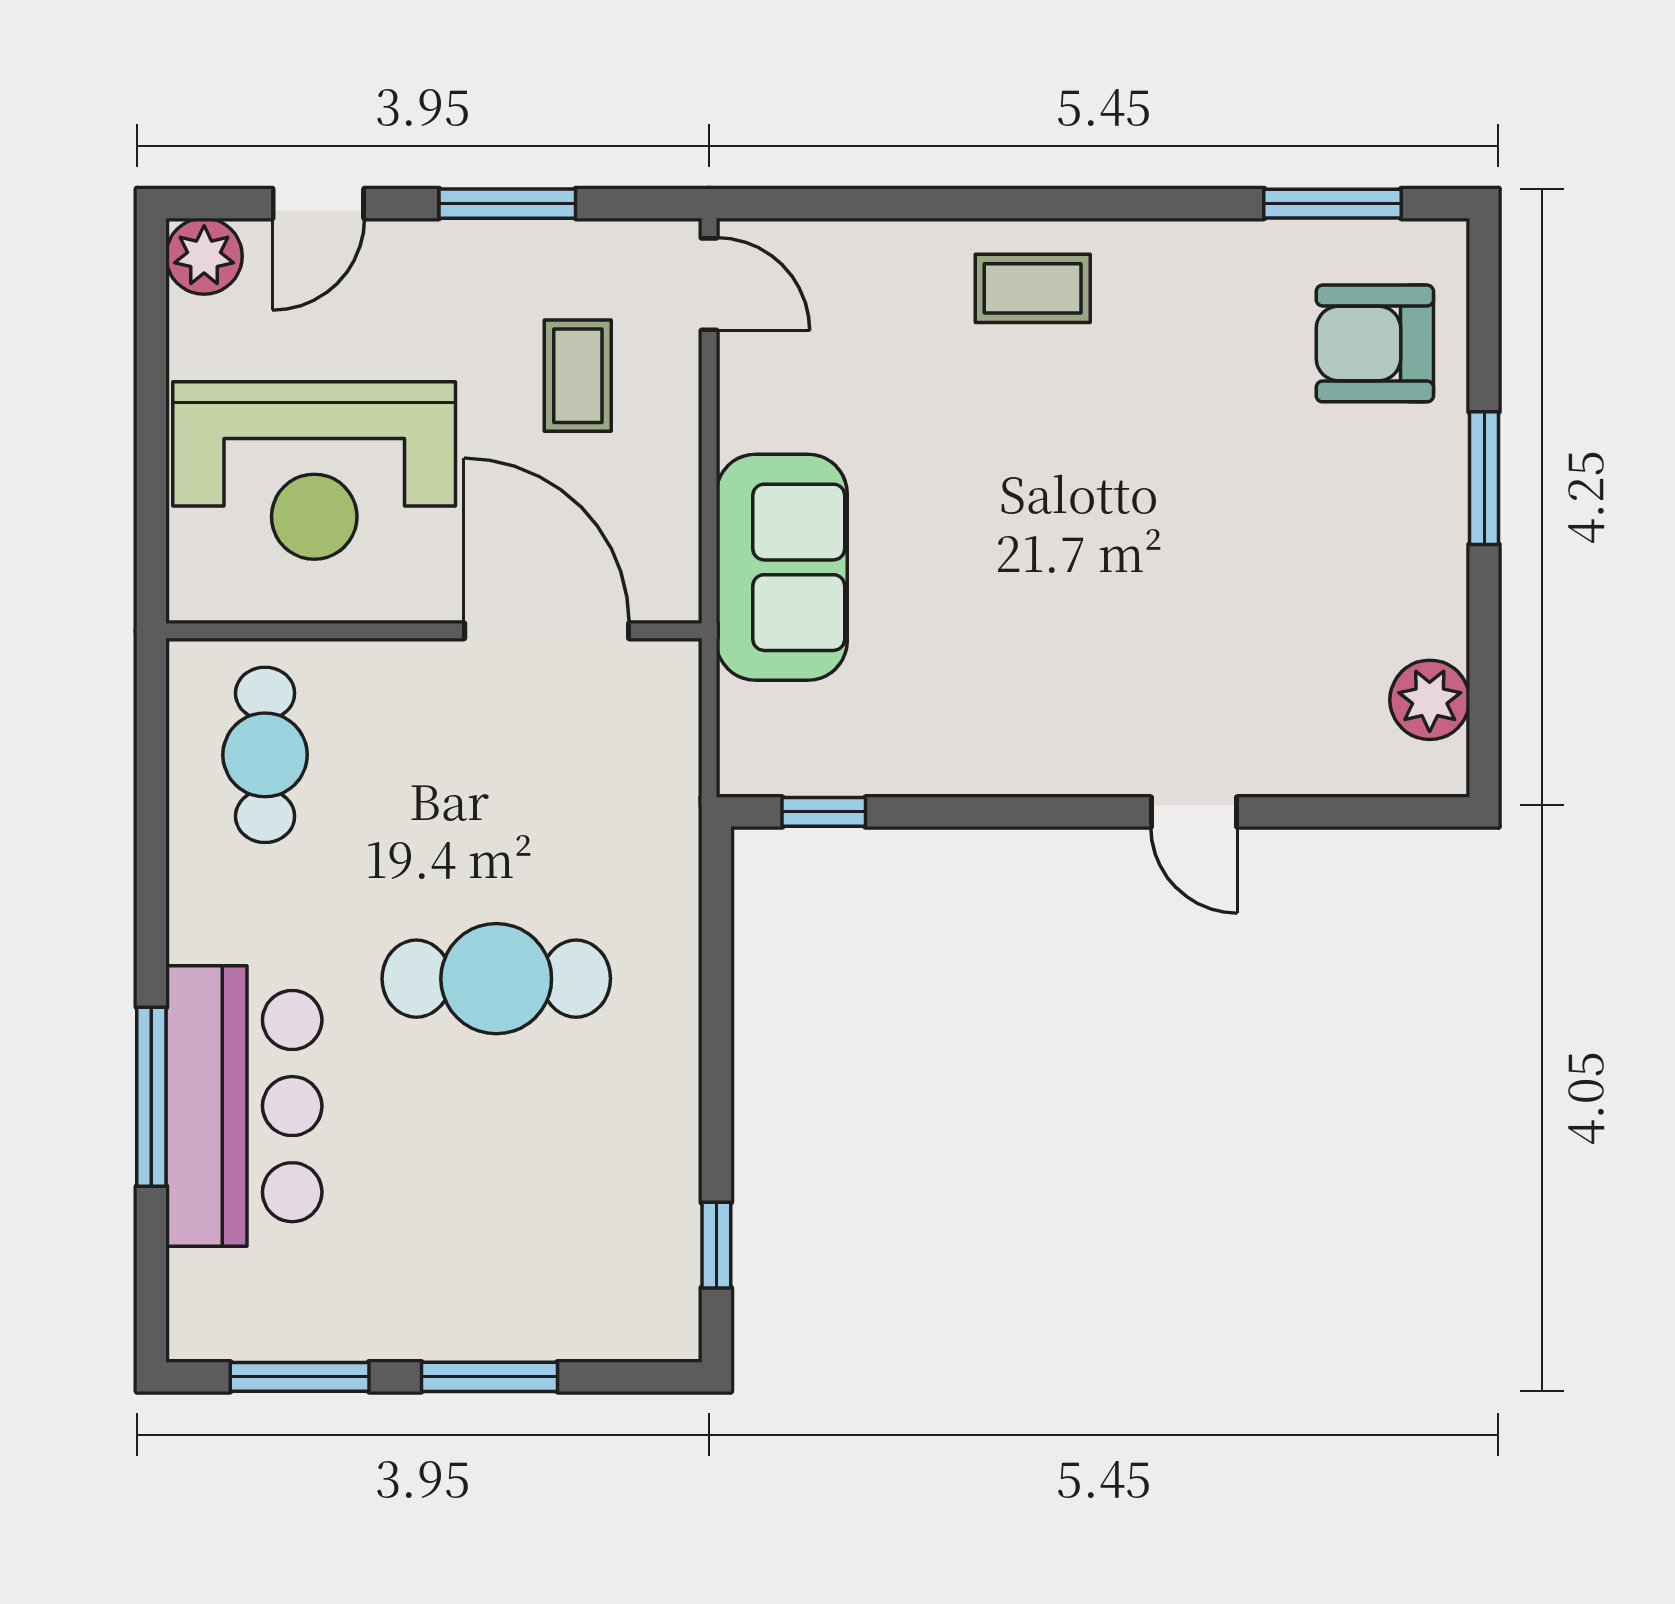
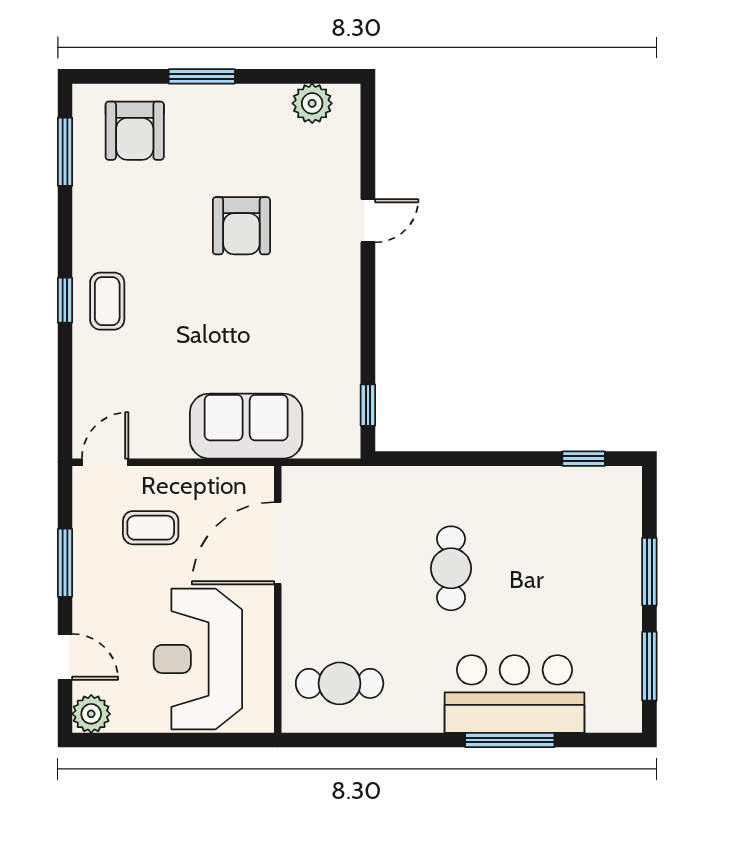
window: (1034, 204) -> (65, 300), added
reception desk: (314, 470) -> (198, 659), turned 180
armchair: (1184, 558) -> (241, 226), added
cafe table: (496, 979) -> (451, 568), width x0.73, depth x0.74

